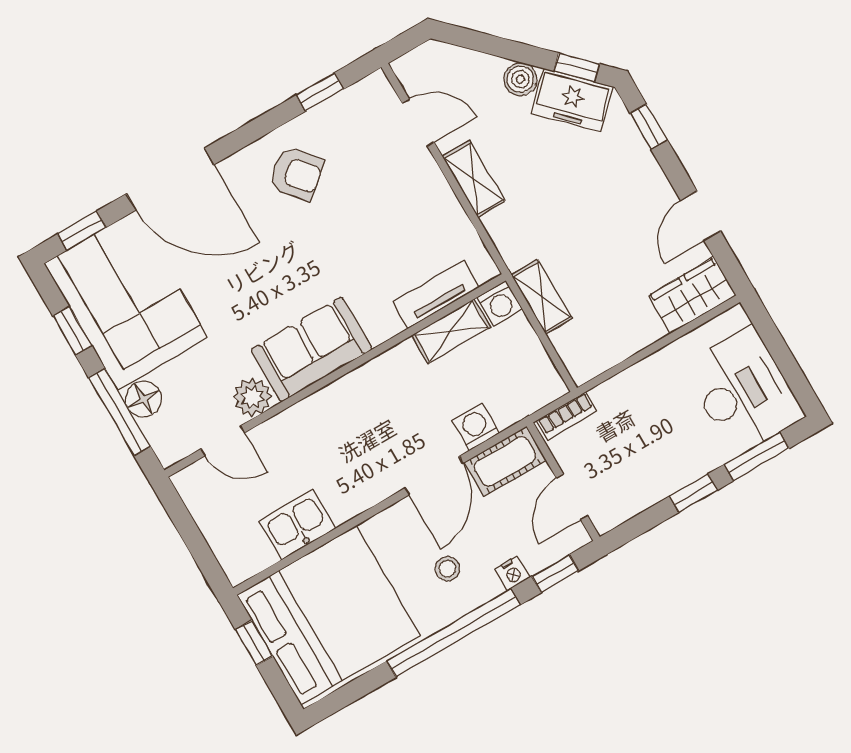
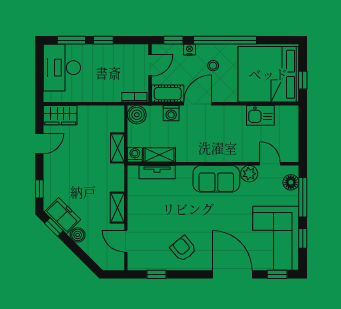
boiler: (542, 384) -> (137, 115), added
floor lamp: (144, 399) -> (291, 182), moved

